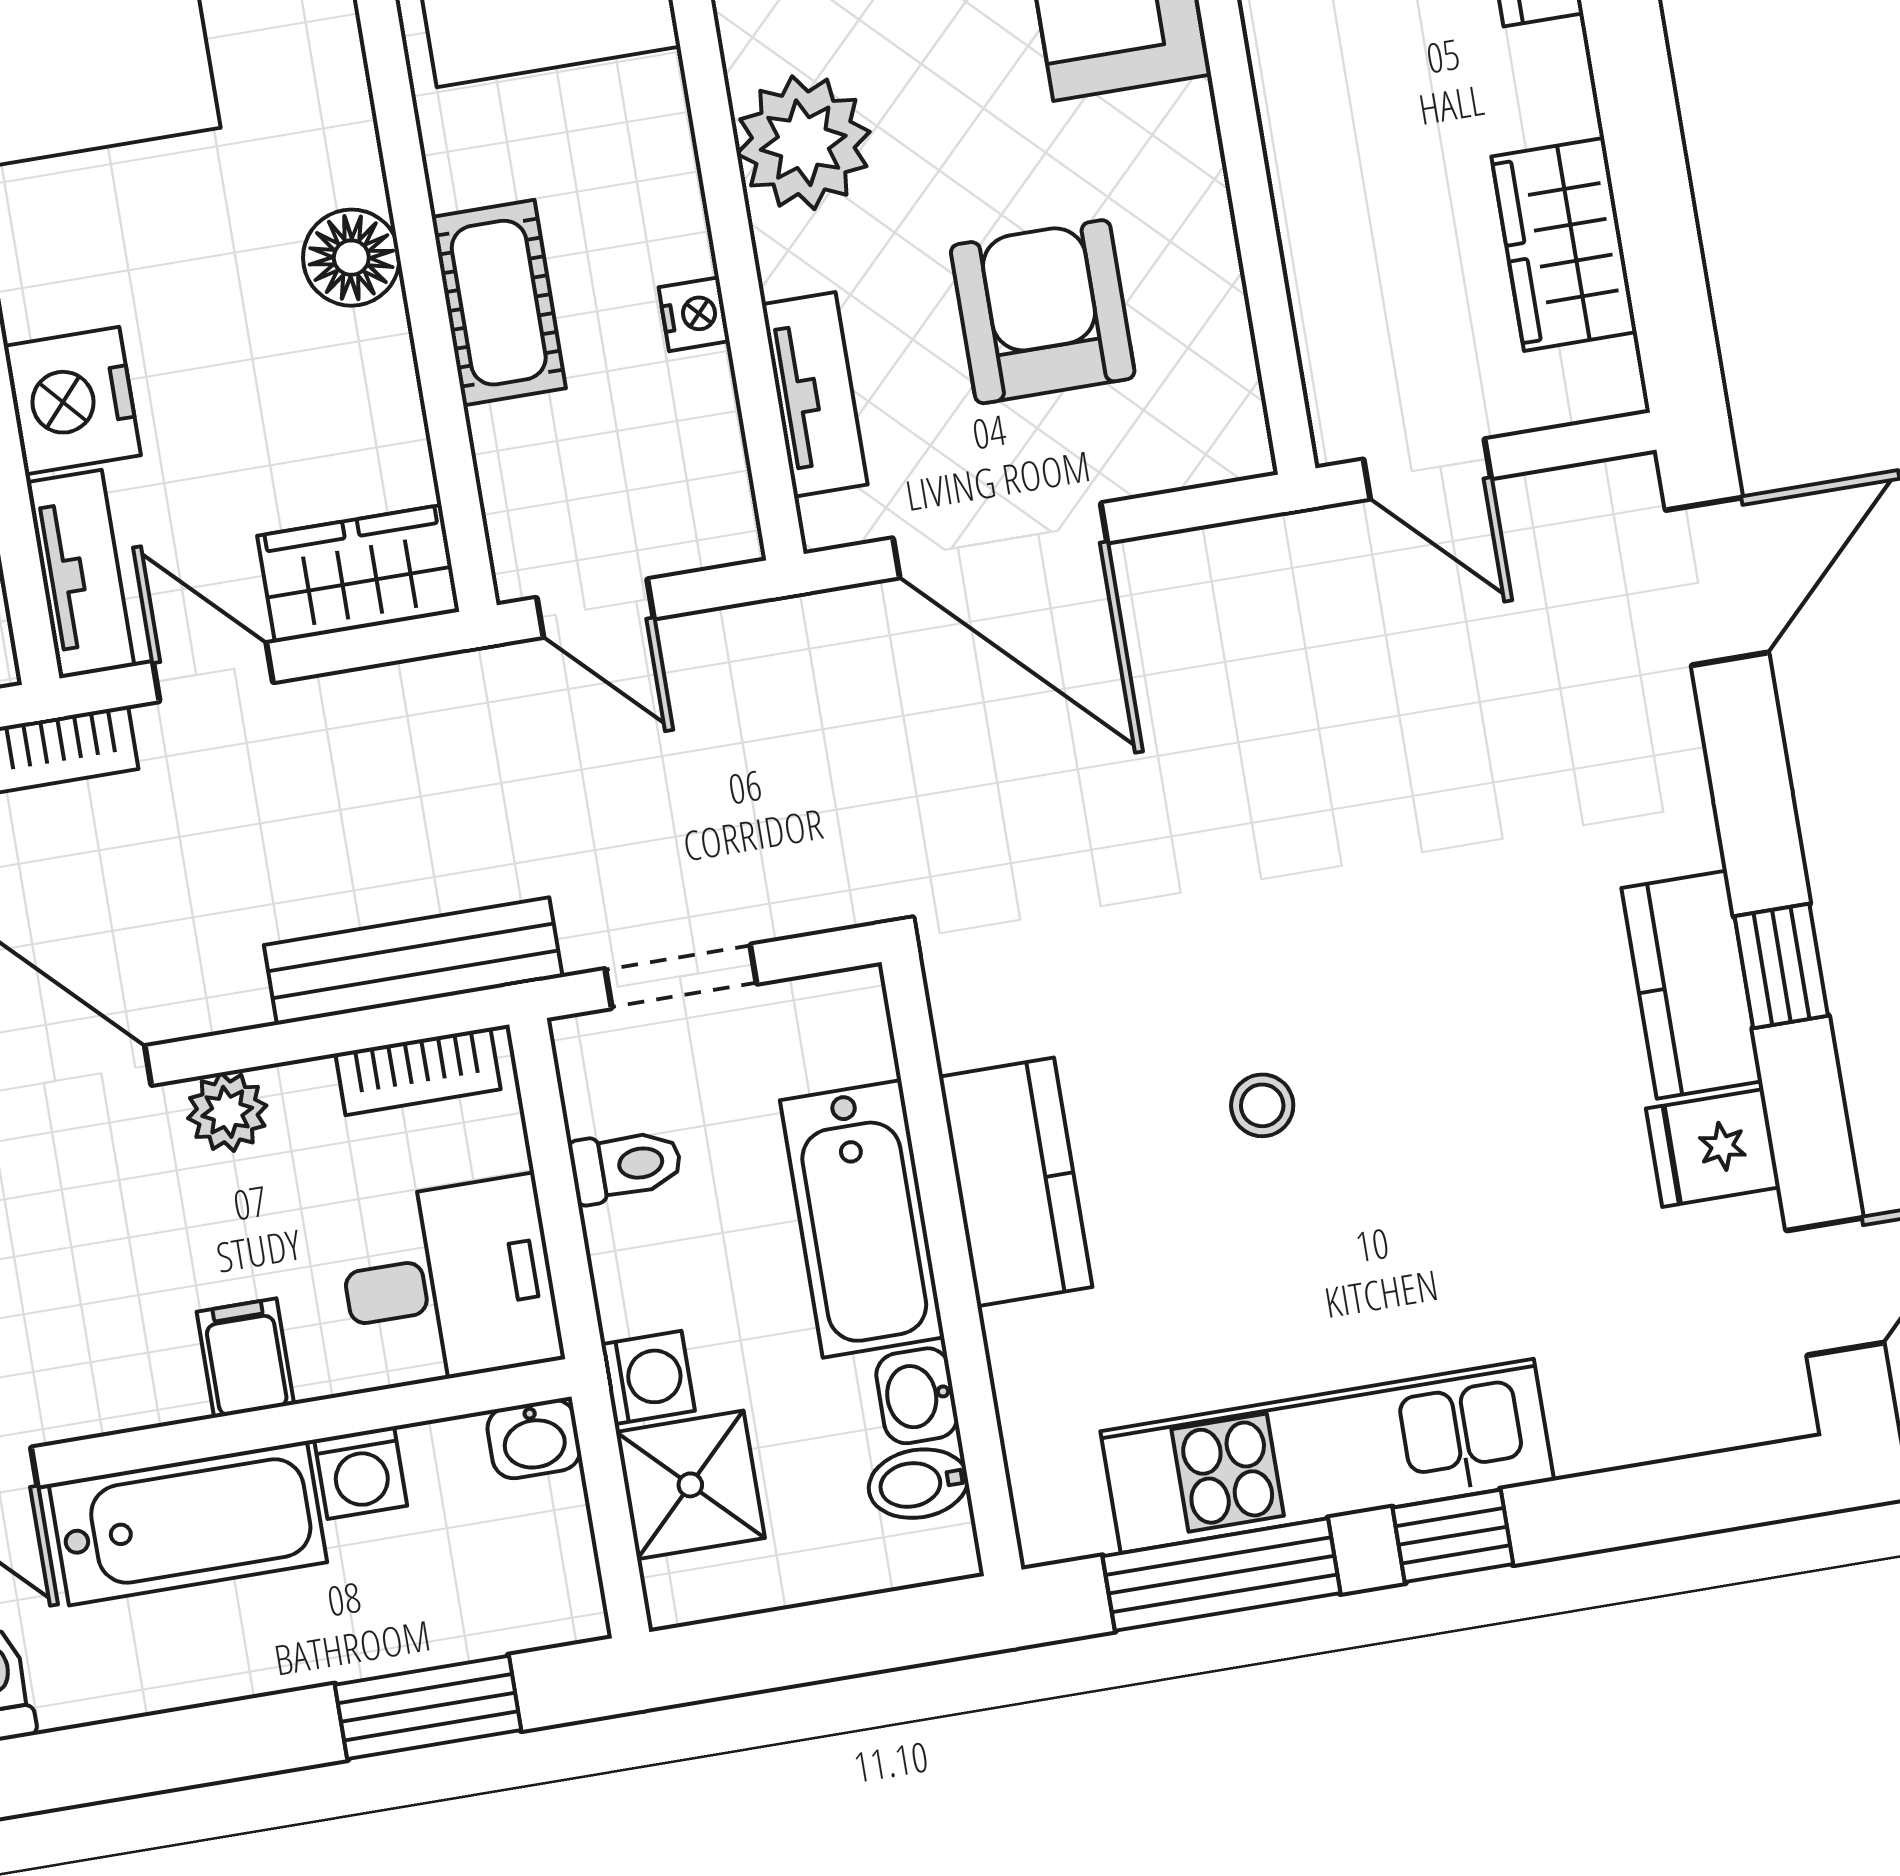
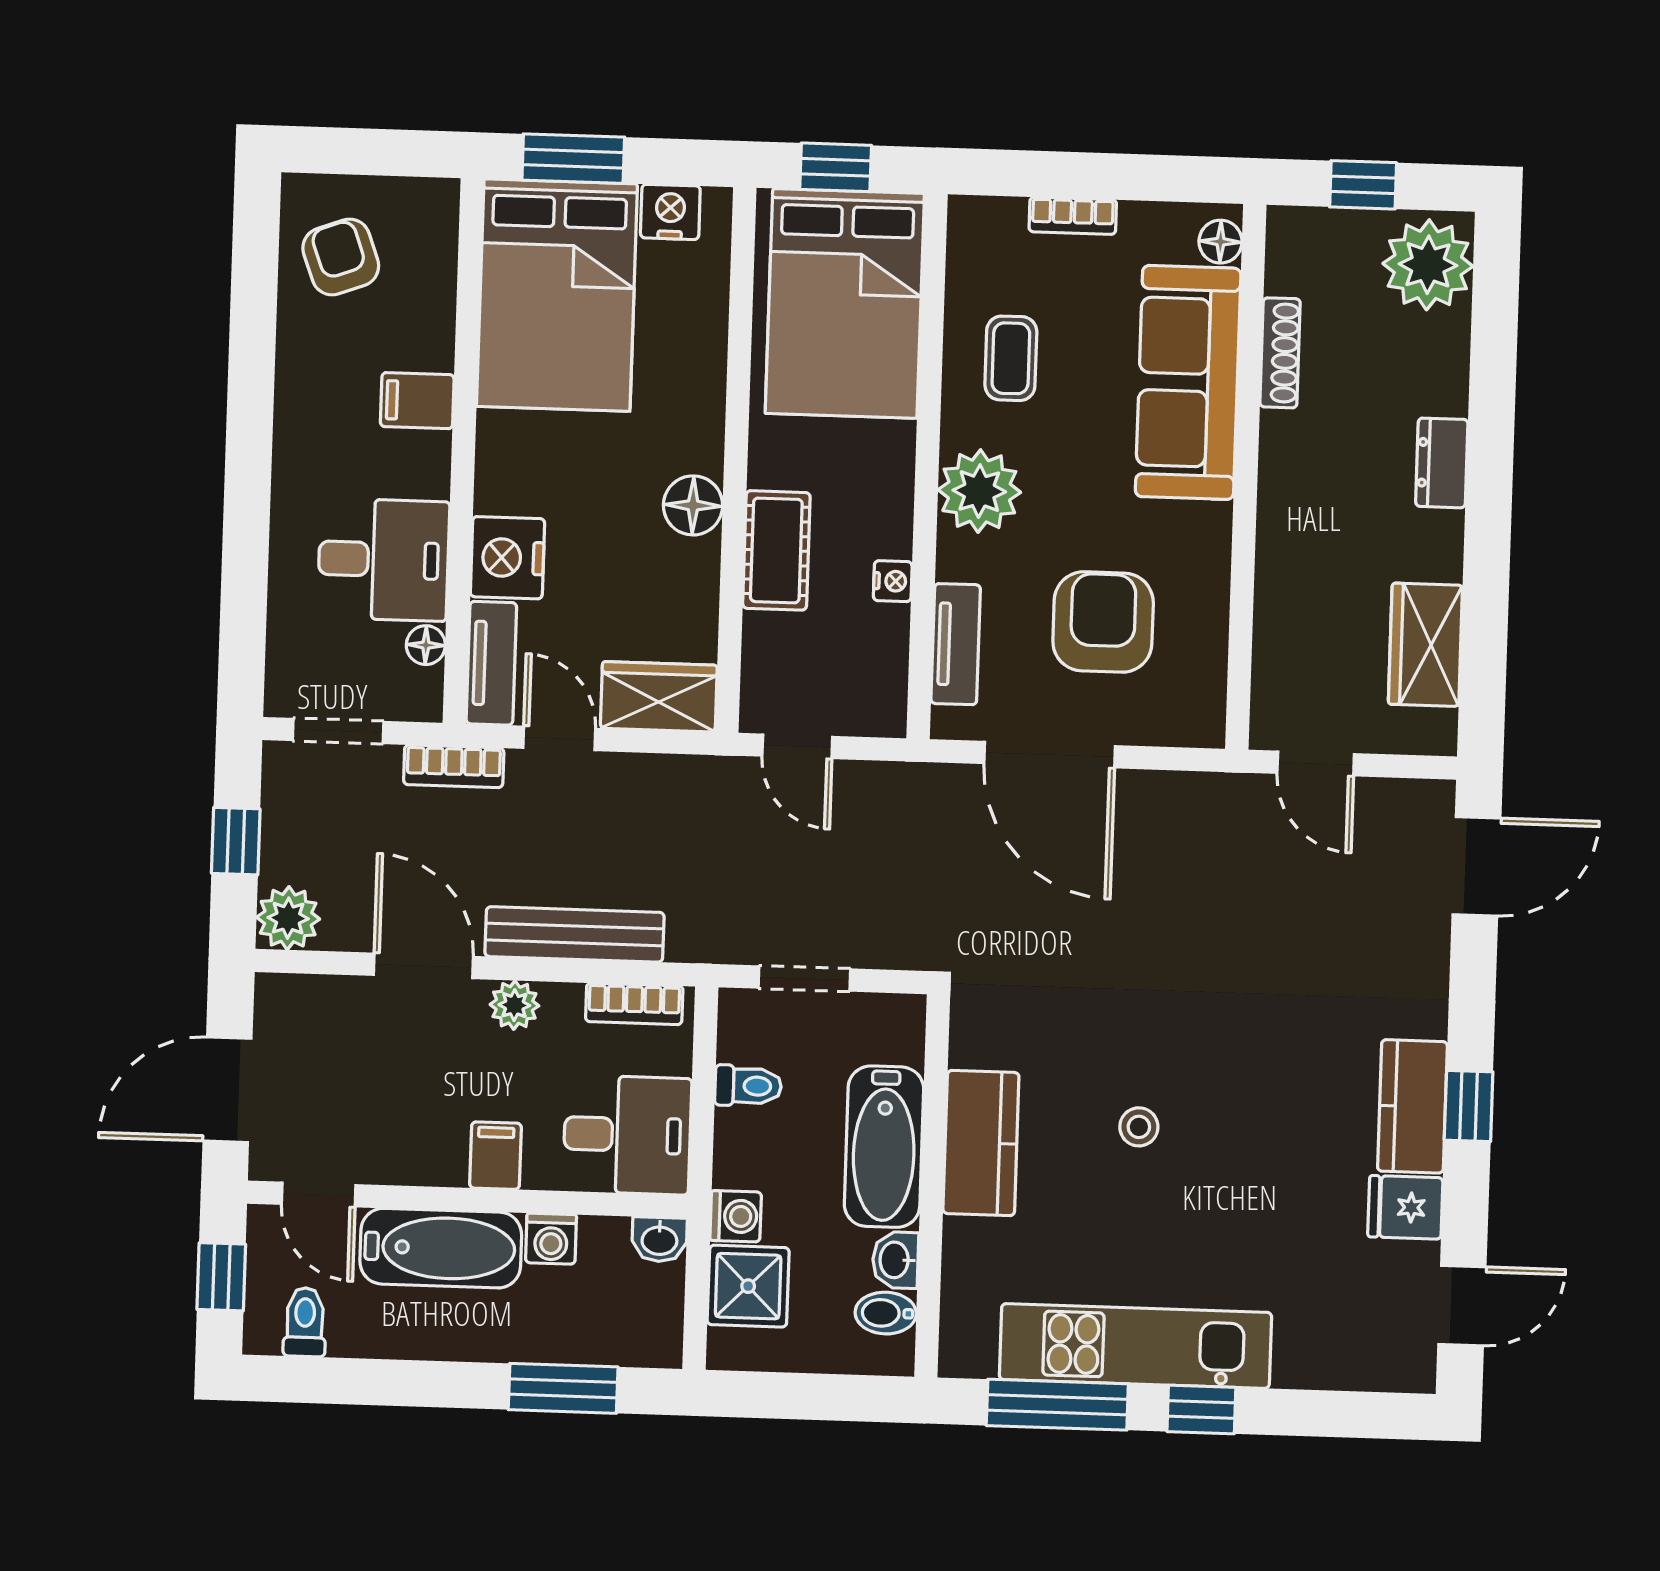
bench: (413, 961) -> (574, 934), moved

